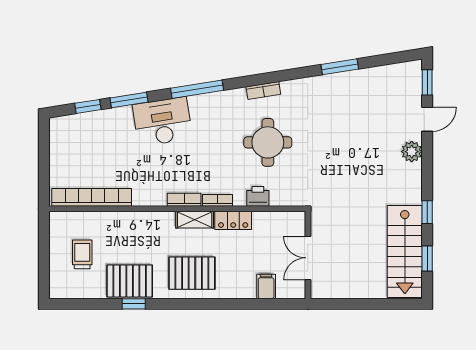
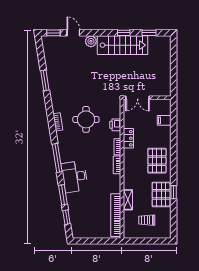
shelving: (195, 220) -> (128, 200), moved
stairs: (405, 251) -> (123, 45), moved
double door: (308, 258) -> (138, 98), moved

